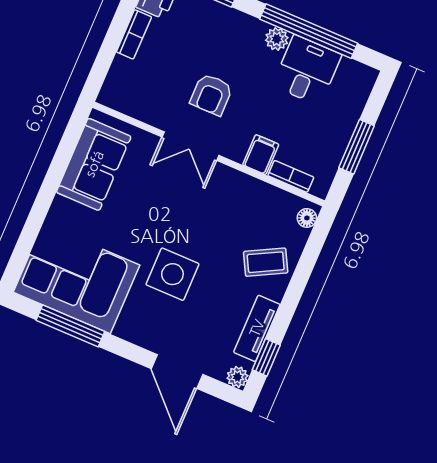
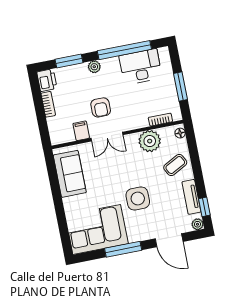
plant: (277, 39) -> (94, 67), moved
desk: (307, 70) -> (141, 67), width x1.37
filing cabinet: (261, 155) -> (81, 131), moved
plant: (252, 198) -> (150, 141), added
window: (70, 326) -> (123, 249), moved

